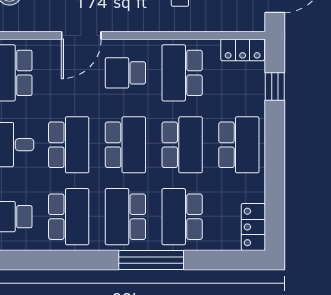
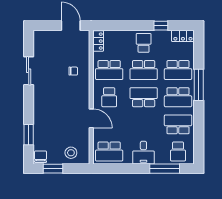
window: (275, 87) -> (161, 26), moved
school desk: (69, 145) -> (144, 124), removed
school desk: (182, 145) -> (144, 70), turned 180
school desk: (239, 145) -> (144, 43), width x0.54

